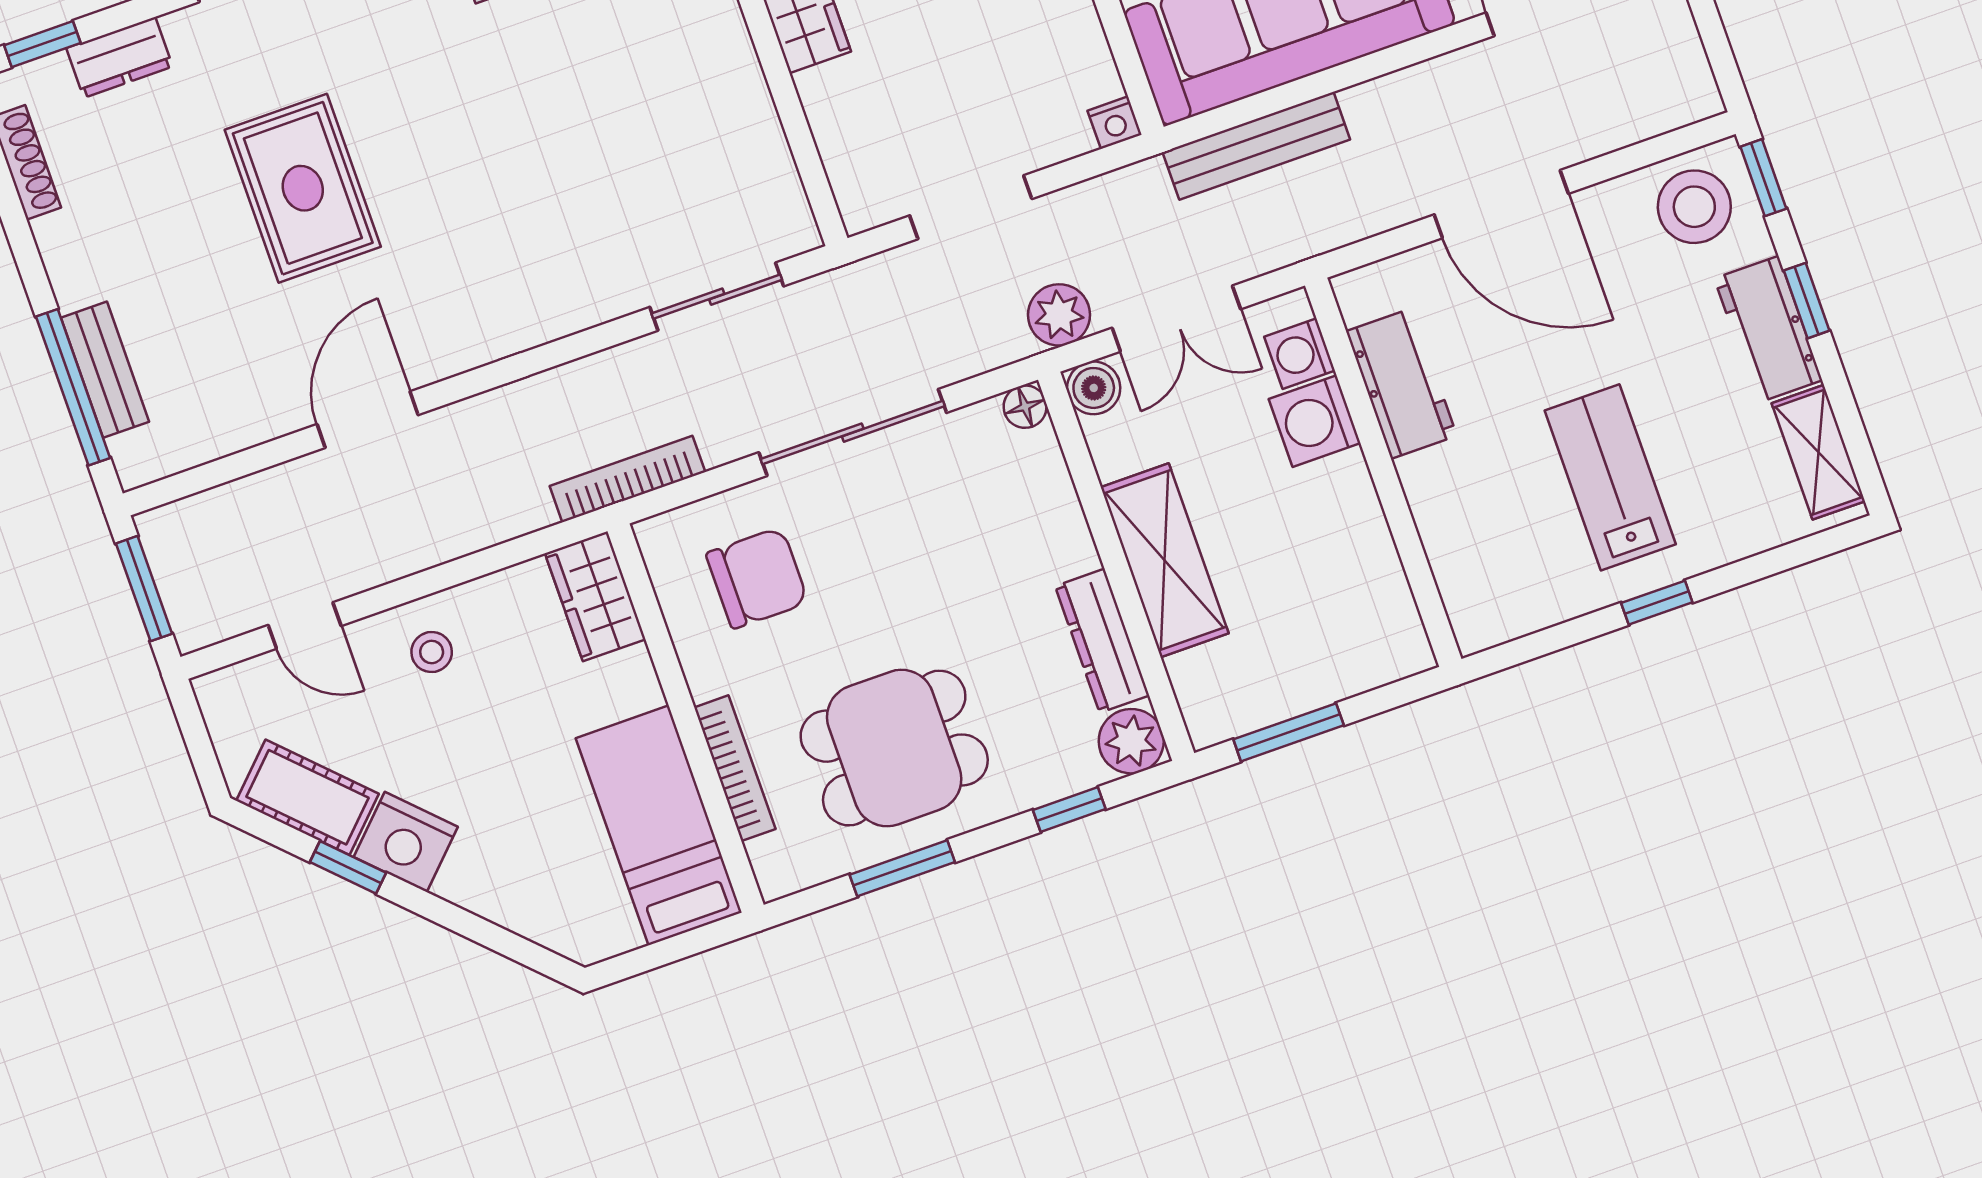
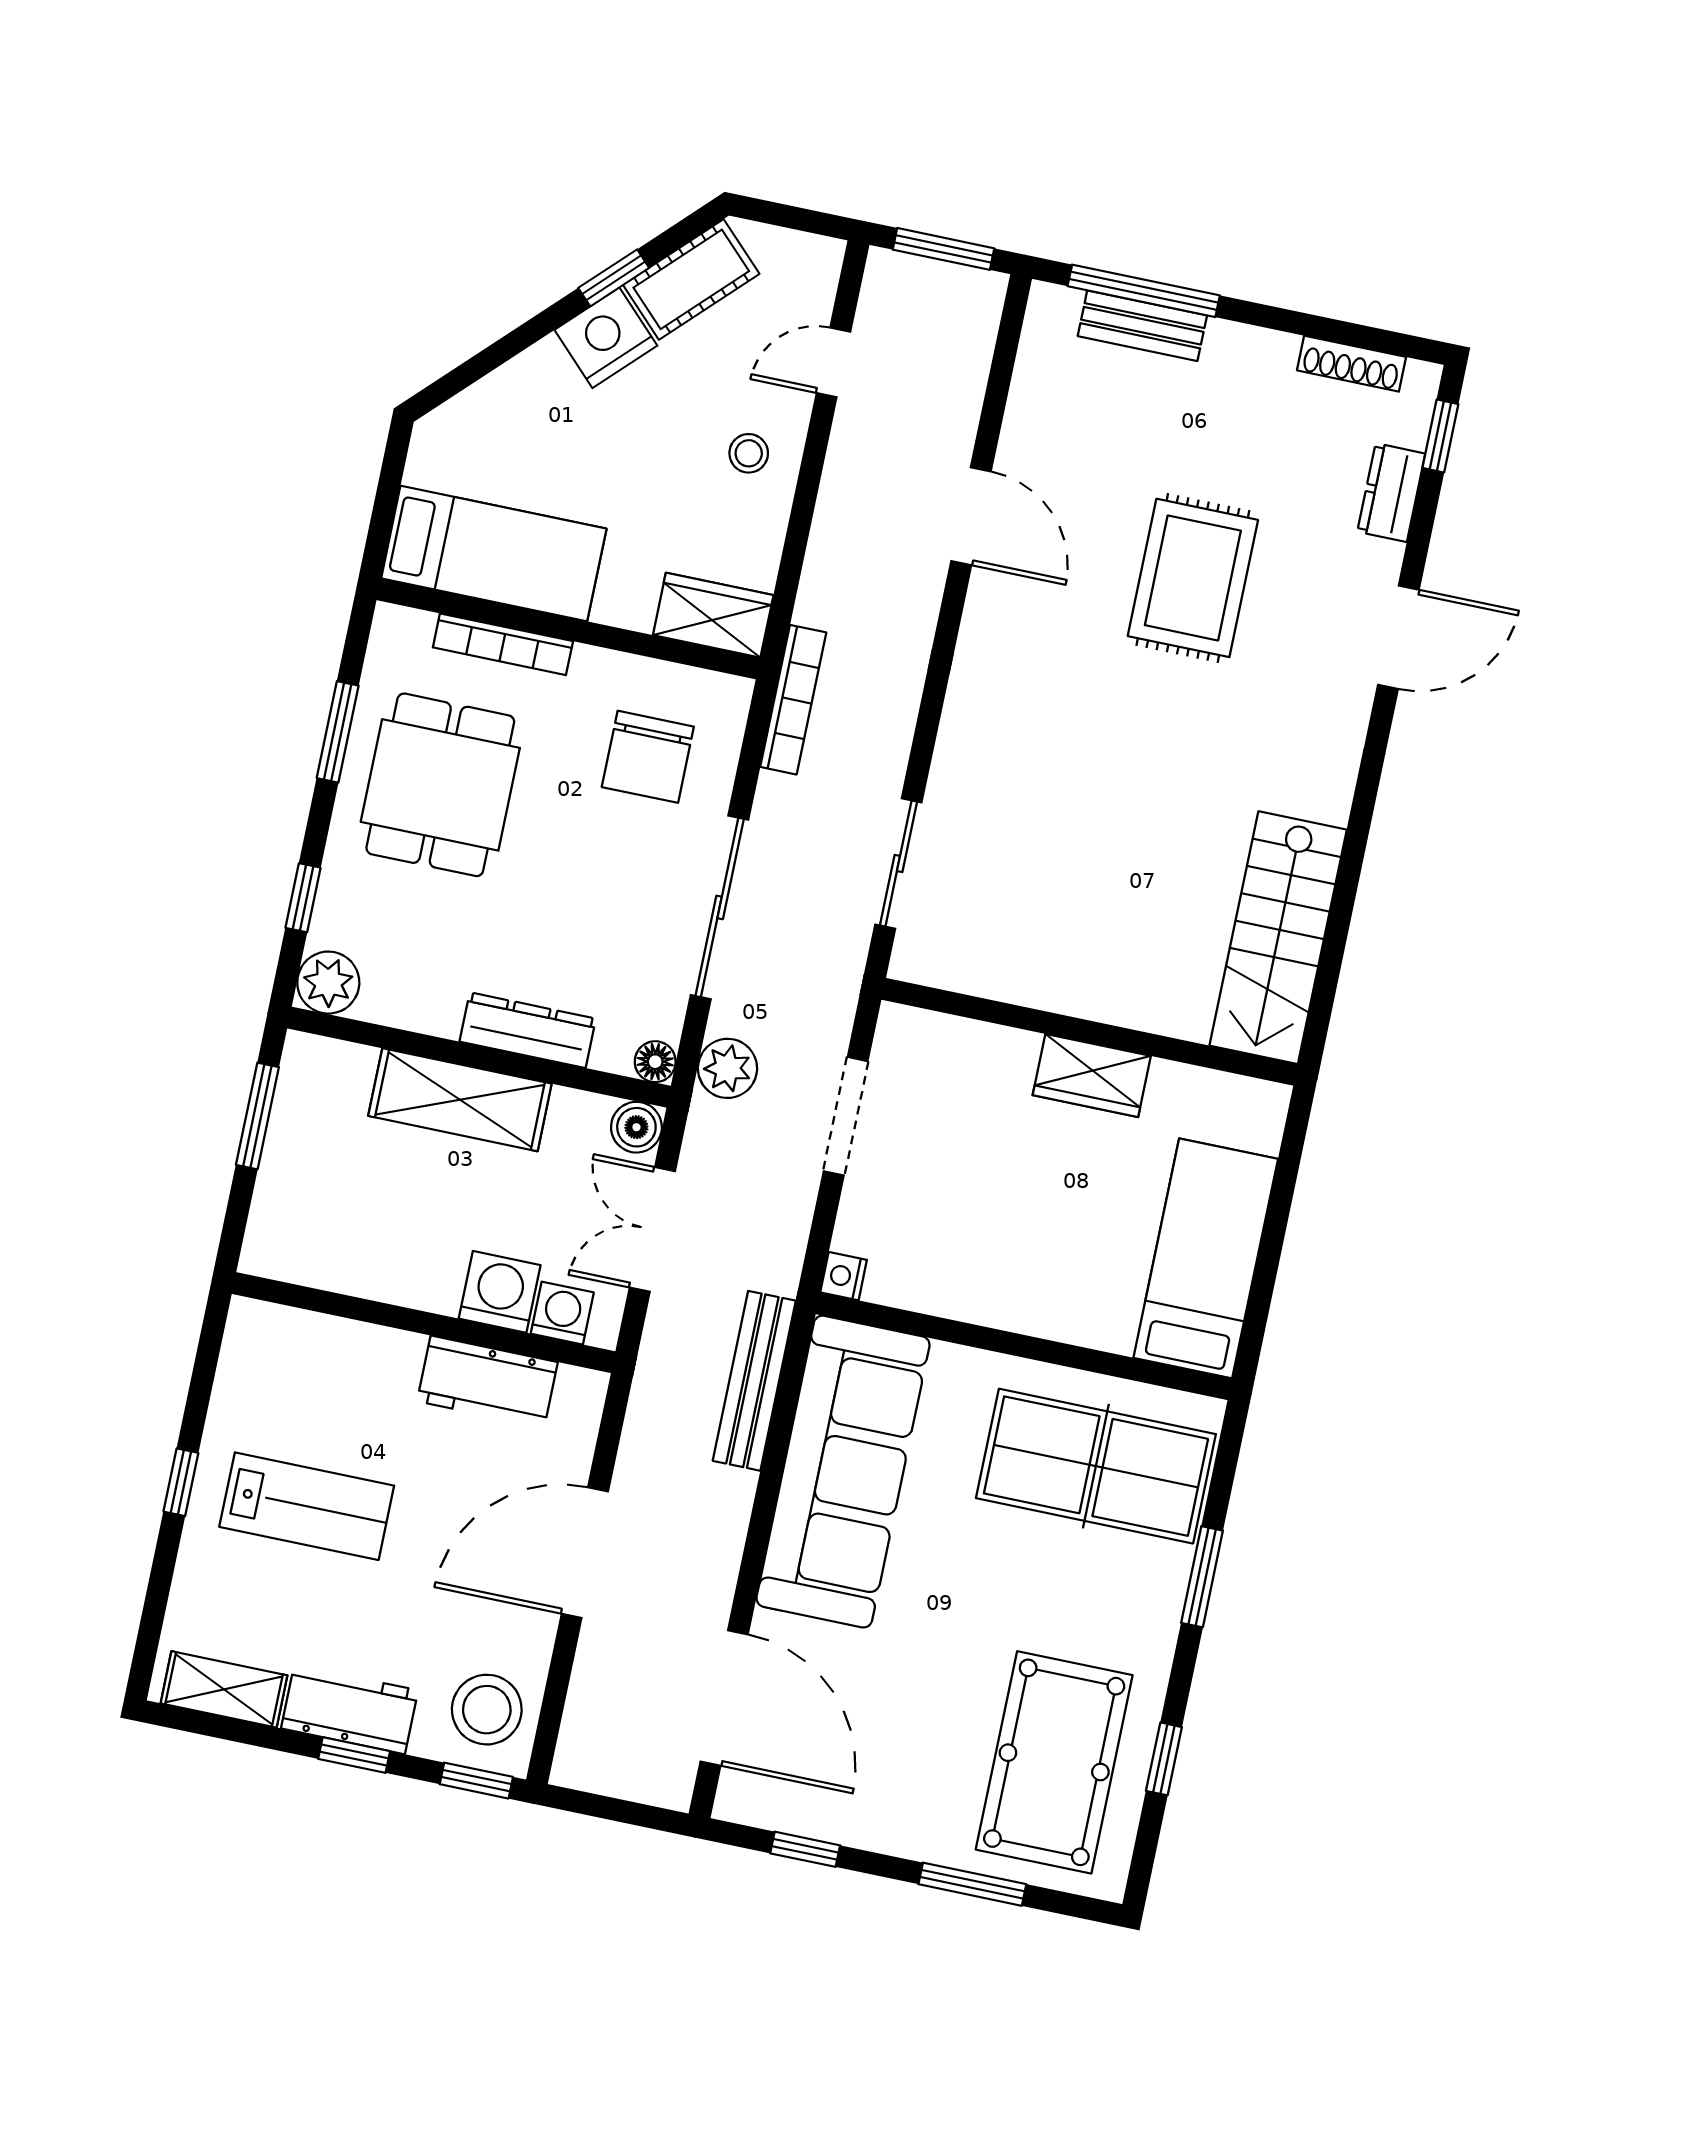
rug: (303, 188) -> (1193, 578), turned 90
plant: (1059, 315) -> (727, 1068), moved
dresser: (1102, 641) -> (528, 1030), moved

